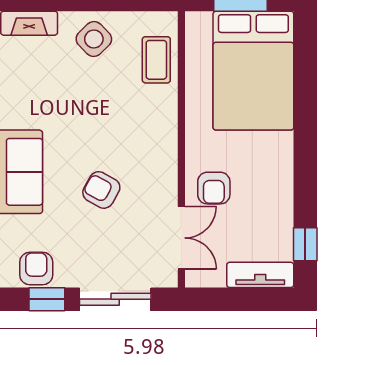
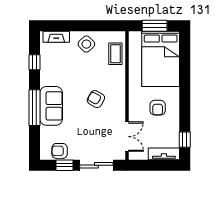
armchair: (214, 188) -> (158, 108), moved
armchair: (101, 190) -> (96, 99), moved
armchair: (36, 268) -> (60, 151), turned -89

